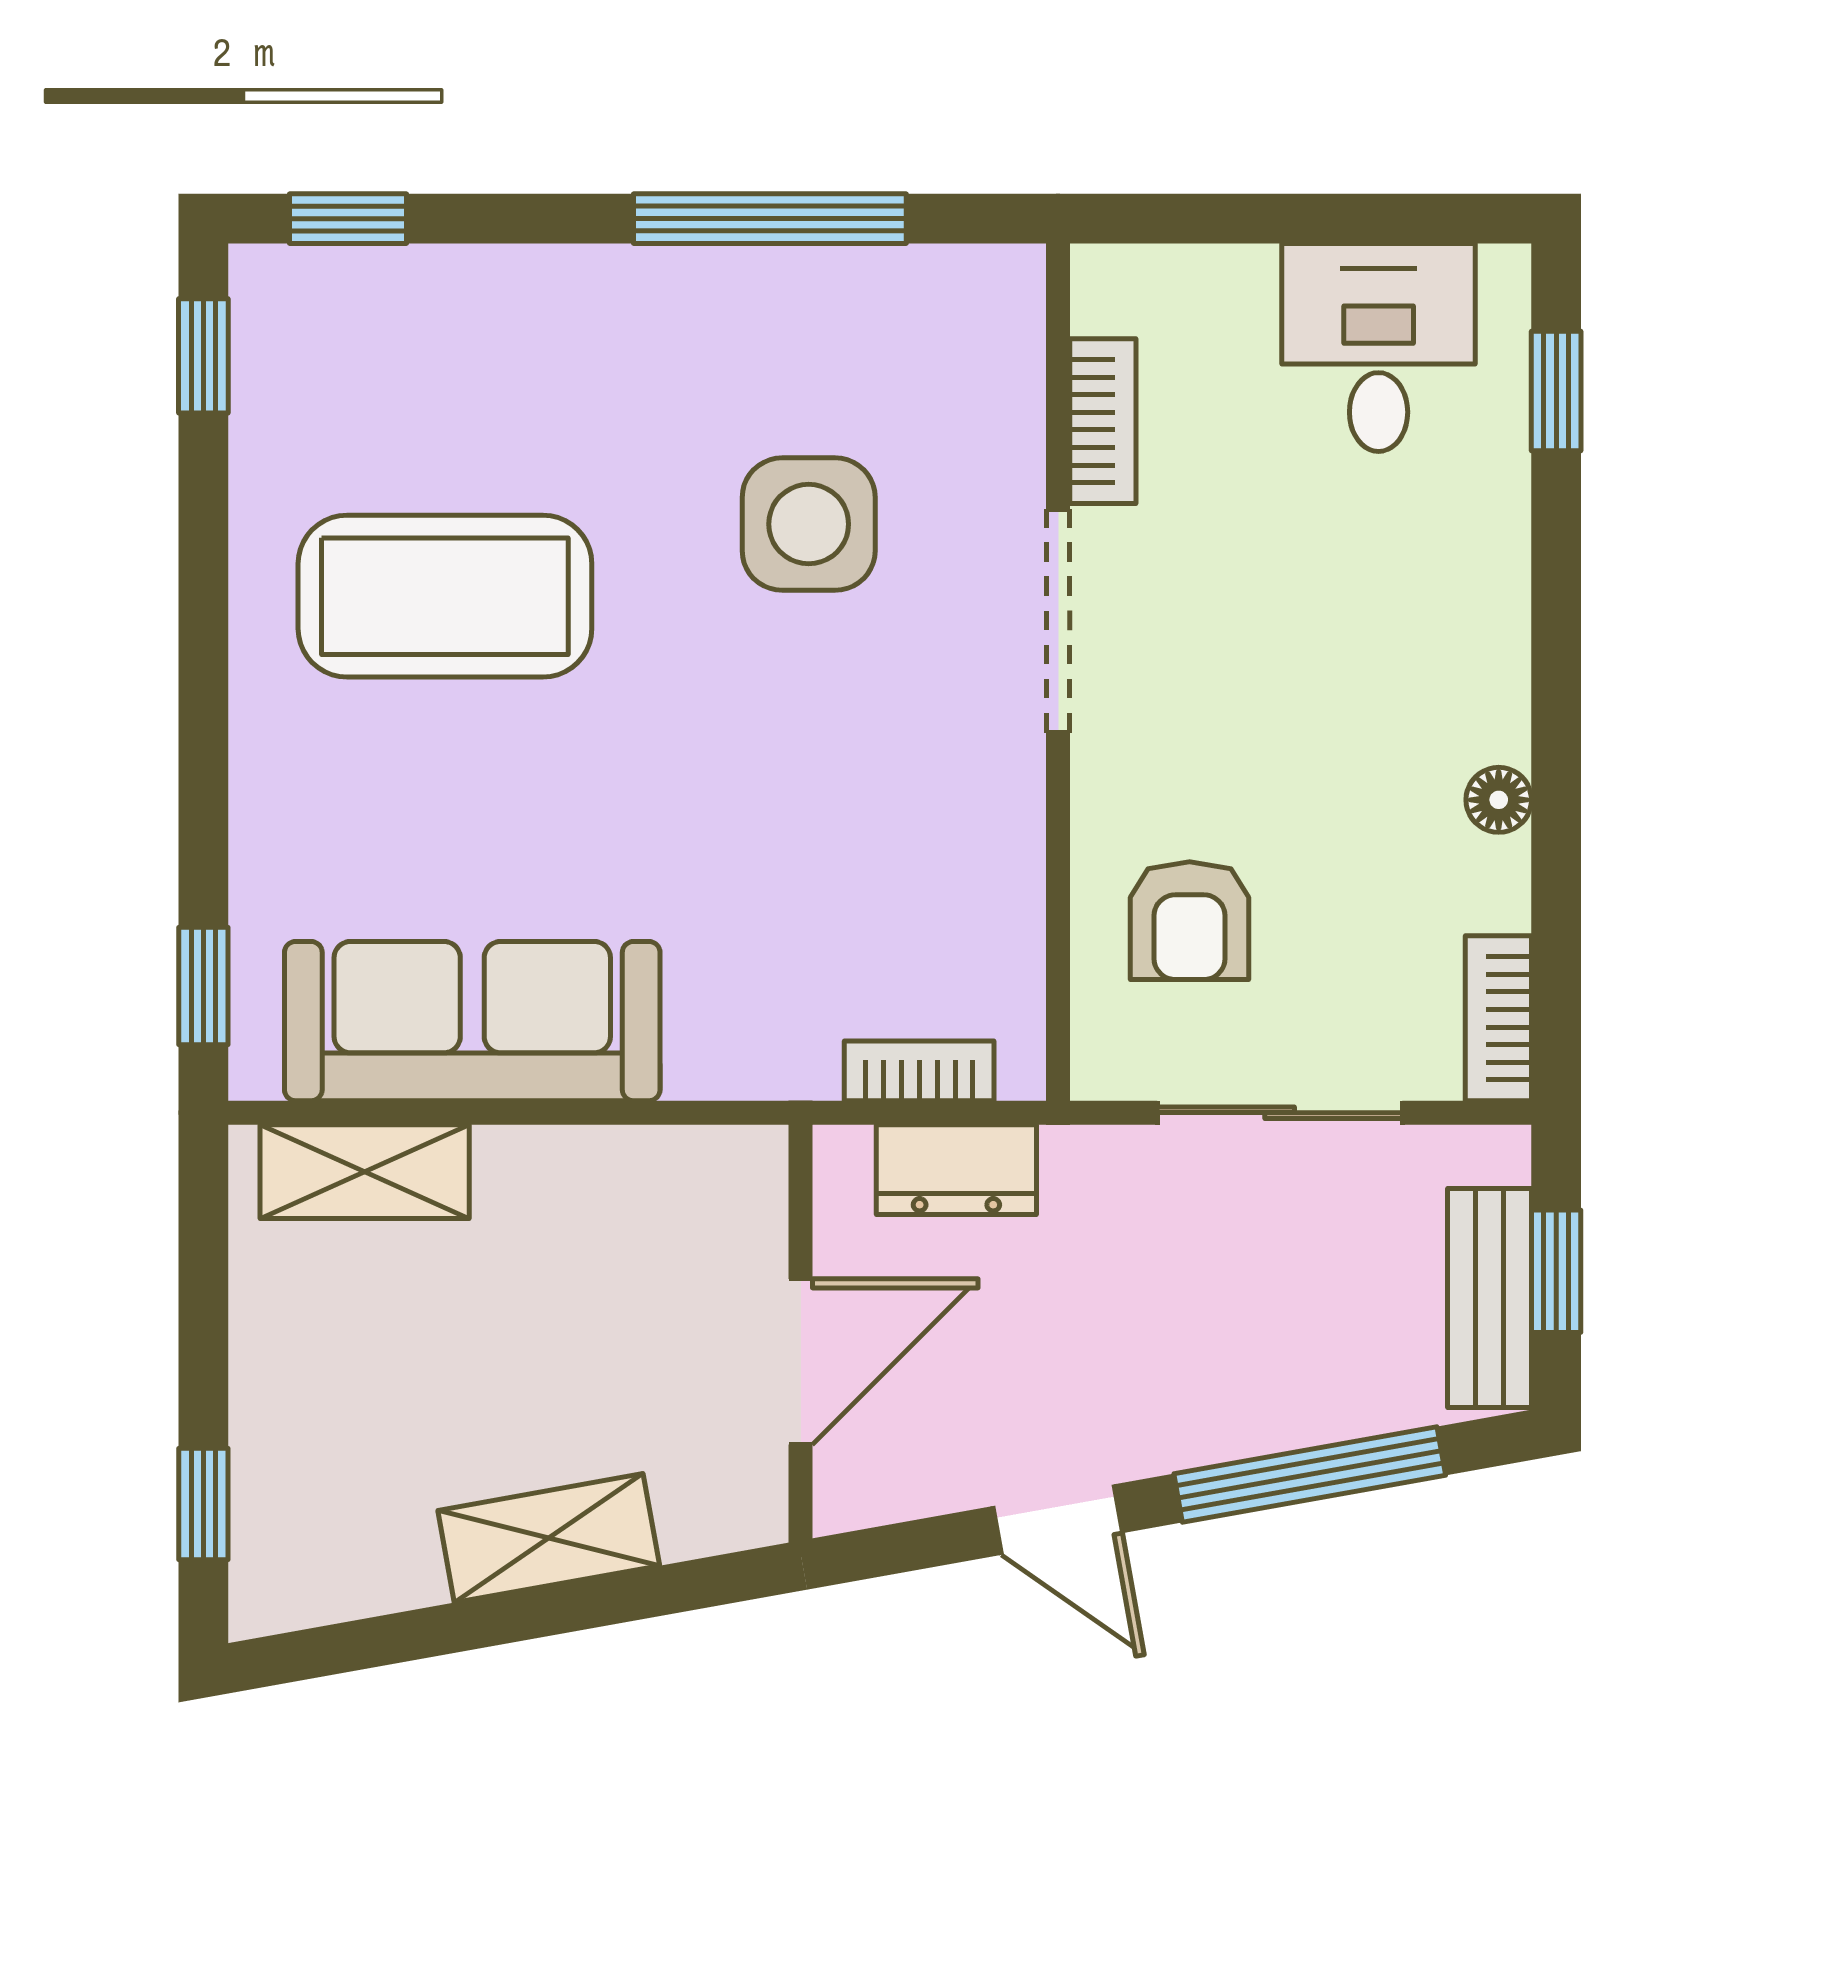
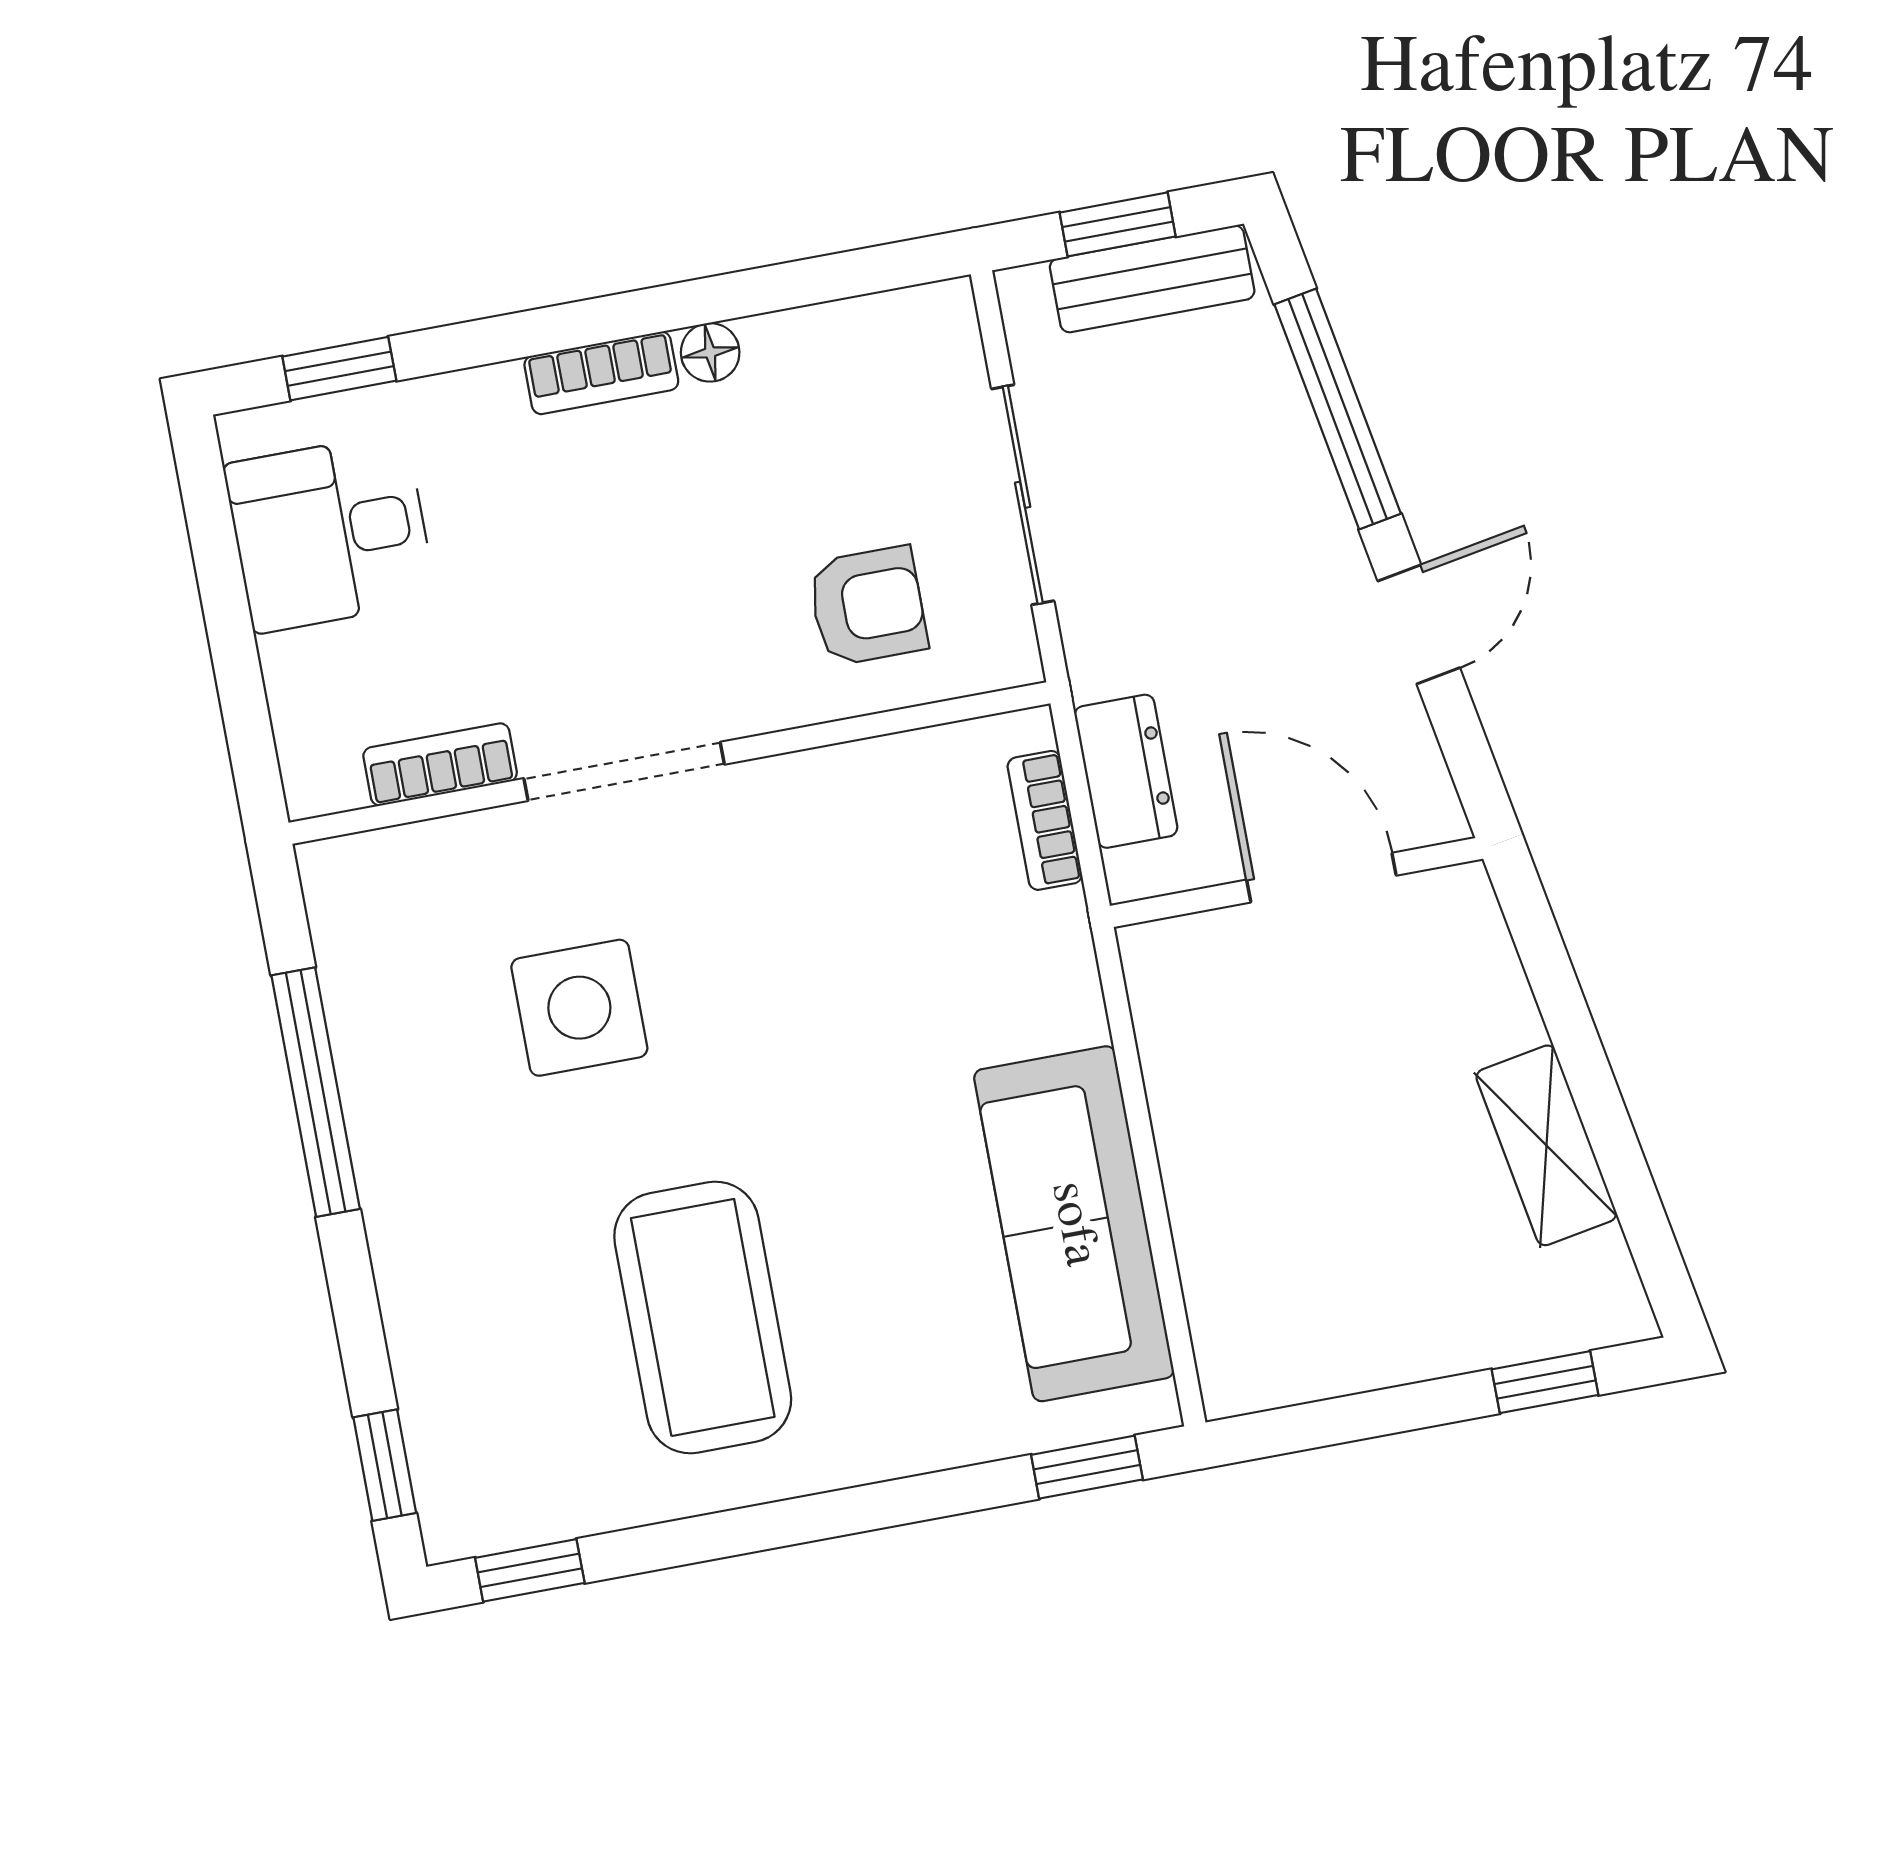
bookcase: (1498, 1018) -> (601, 373), moved
shelving: (365, 1172) -> (1225, 1294), removed
shelving: (549, 1538) -> (1546, 1145), moved

